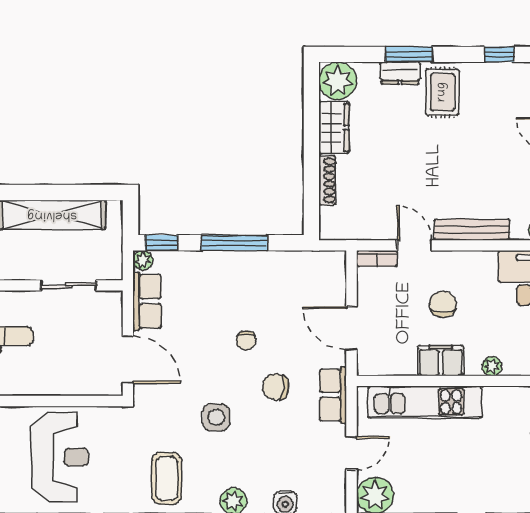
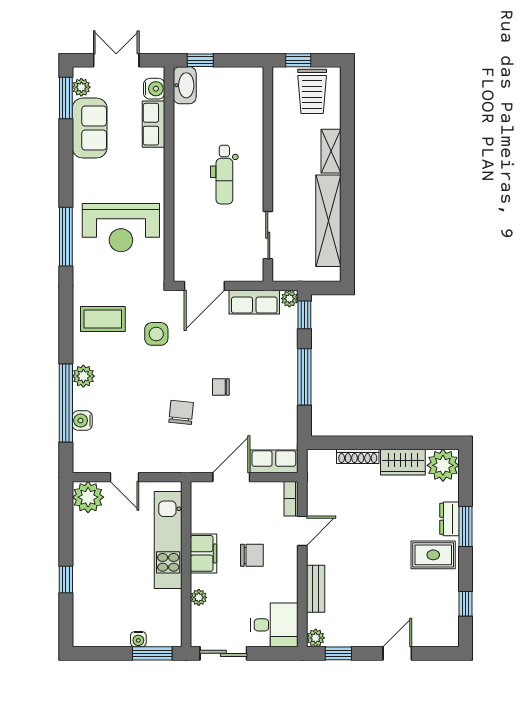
bench: (472, 230) -> (316, 589), width x0.73
row of seats: (333, 395) -> (274, 461), moved
side table: (216, 417) -> (156, 334), moved

